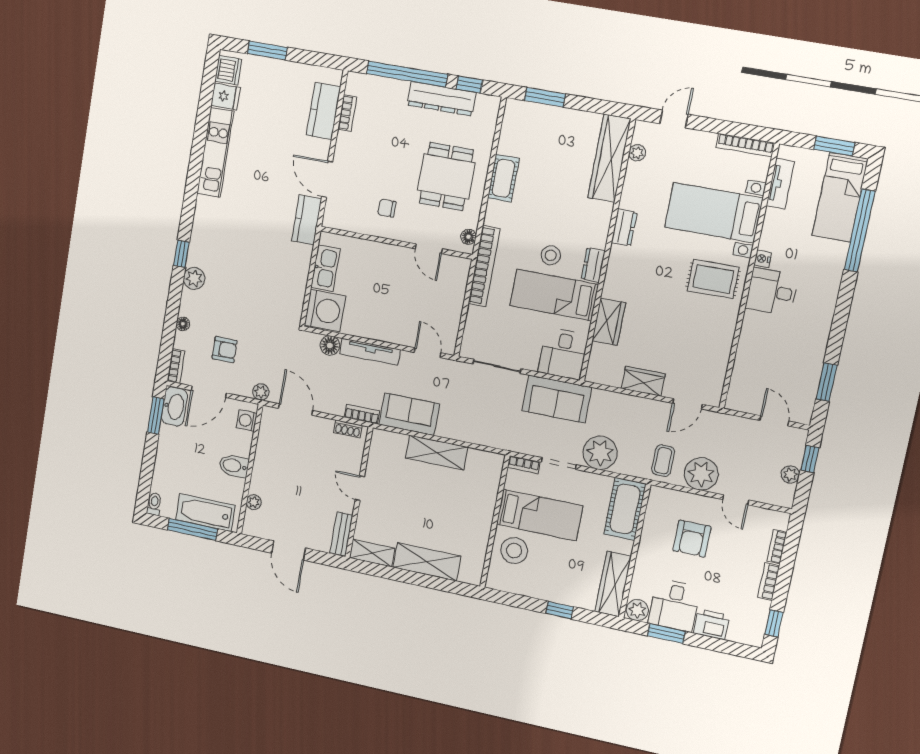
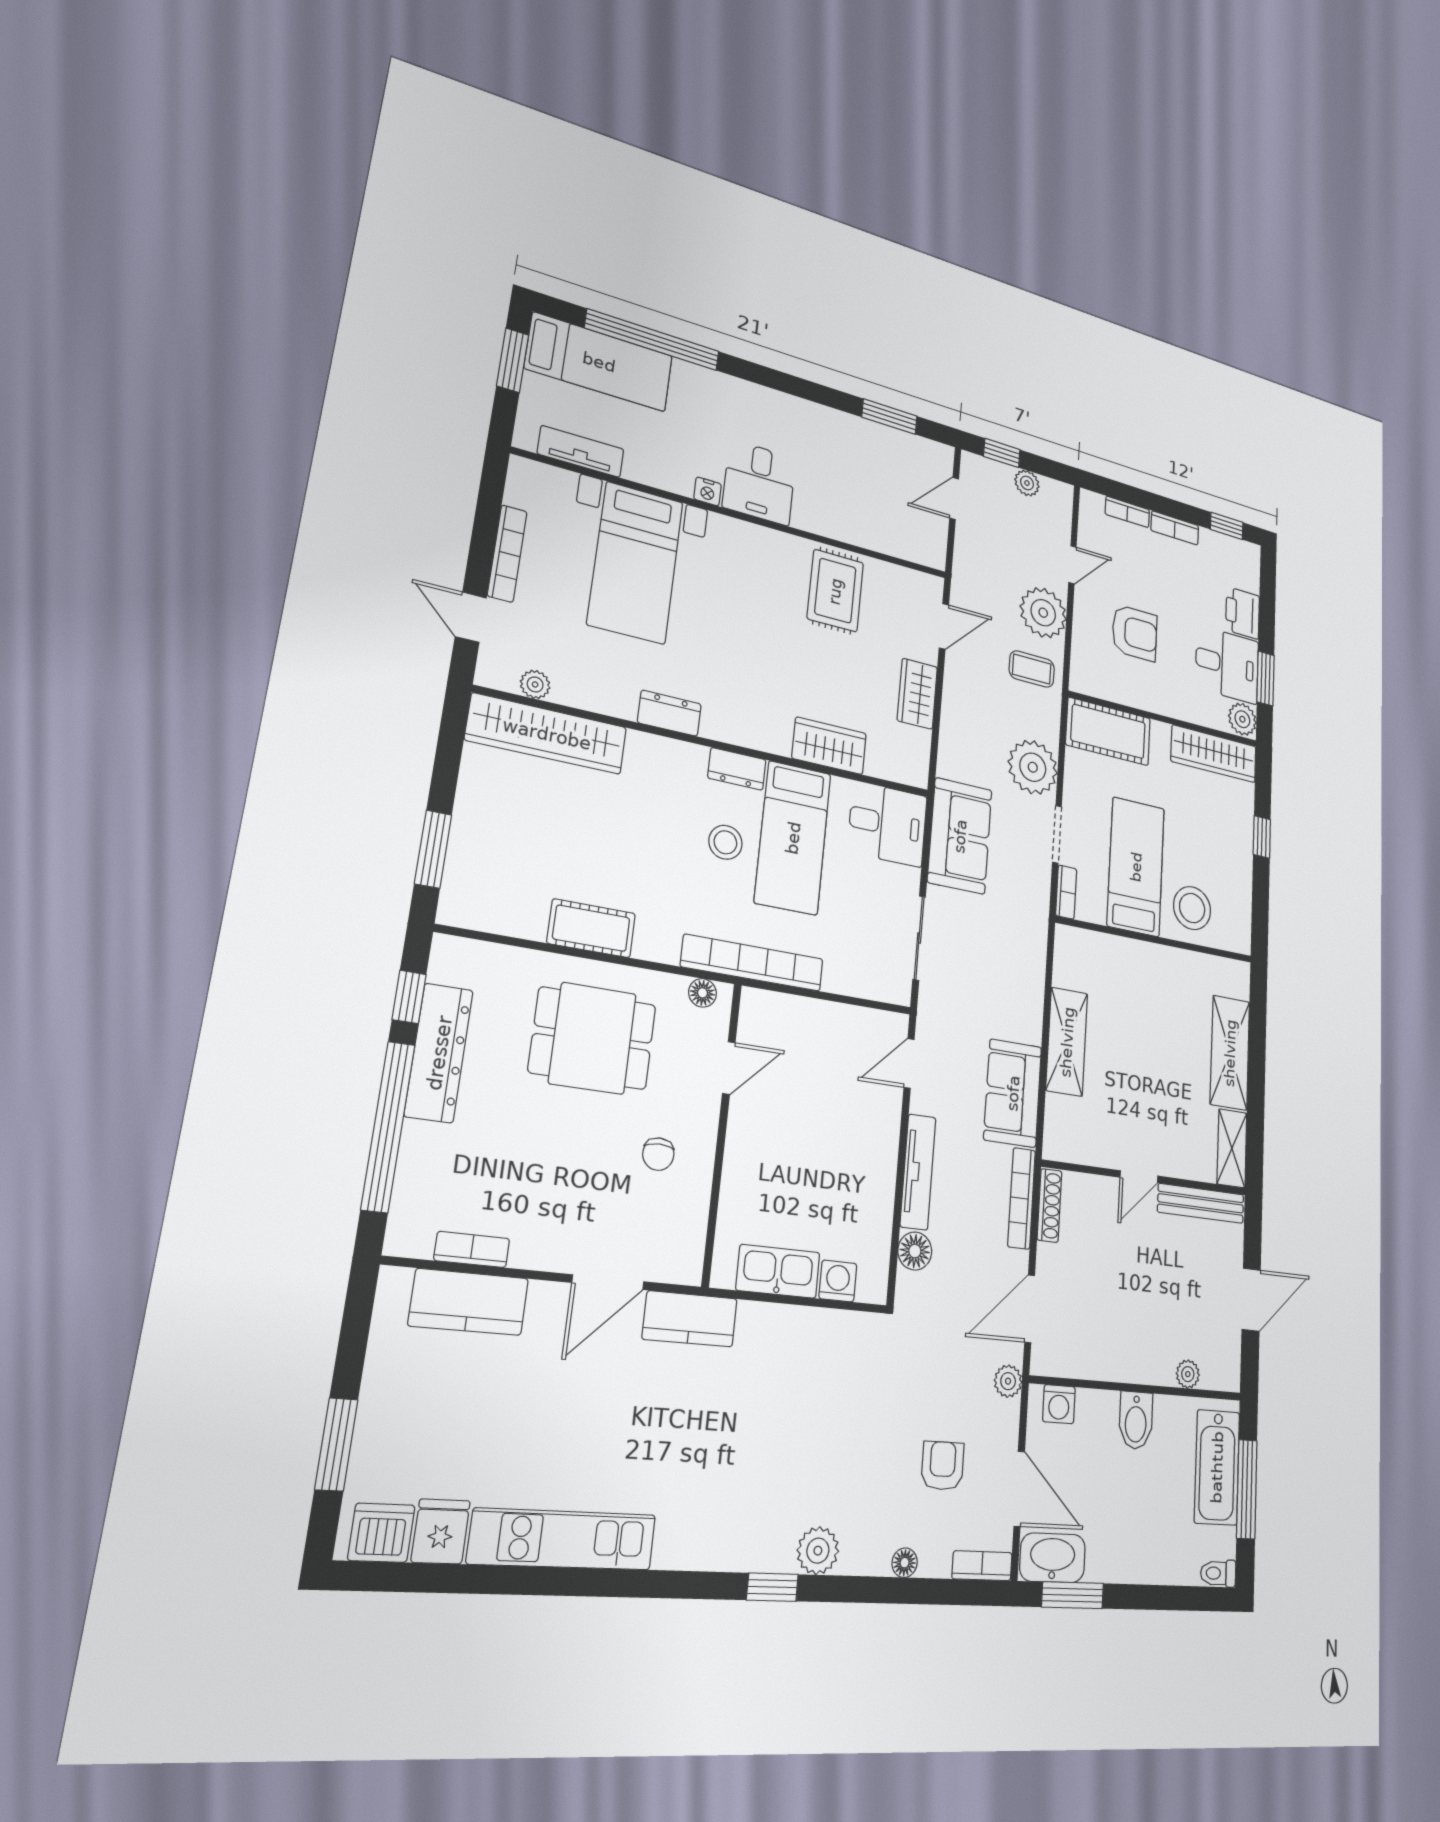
bookcase: (745, 145) -> (507, 553), moved
rug: (713, 279) -> (835, 591), moved
washing machine: (325, 311) -> (838, 1281), width x0.53, depth x0.53
door: (687, 404) -> (944, 626), hinge flipped
bookcase: (362, 414) -> (1022, 1198), width x1.56
shoe rack: (348, 429) -> (1049, 1205), width x1.43
bench: (341, 534) -> (1201, 1203), width x1.36

